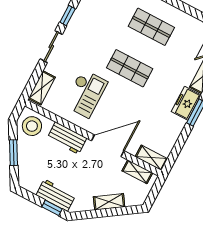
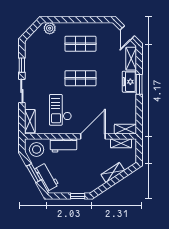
checkout: (86, 94) -> (60, 110), turned 180
workbench: (56, 195) -> (47, 177), moved, turned 61

